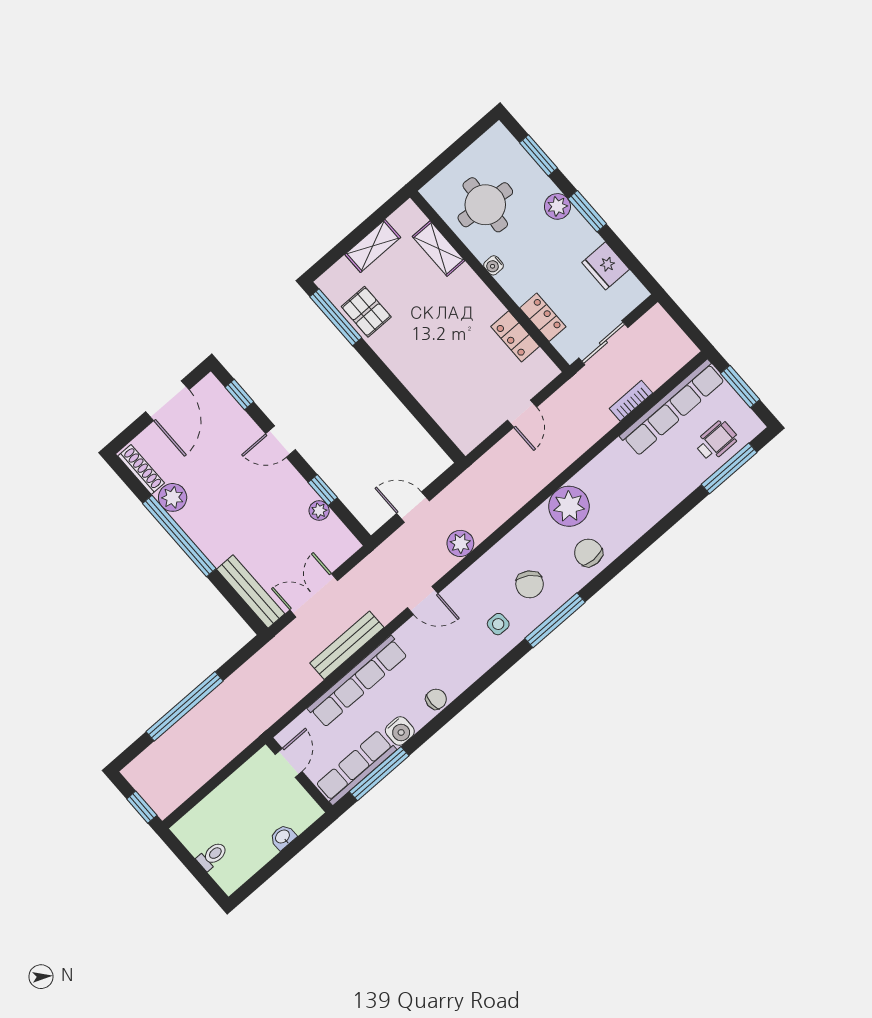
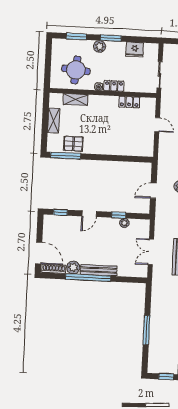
locker: (543, 317) -> (114, 86), moved
door: (167, 401) -> (39, 253), moved
bench: (251, 591) -> (99, 270), moved
window: (185, 706) -> (146, 330), width x0.68

